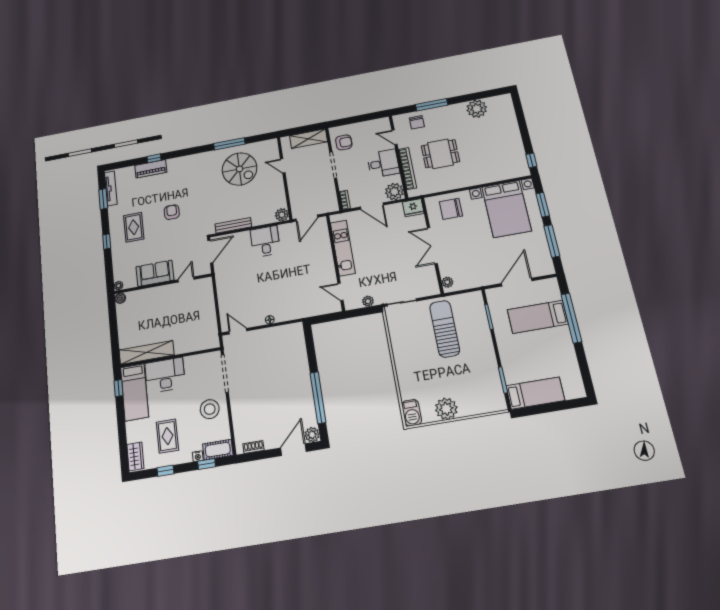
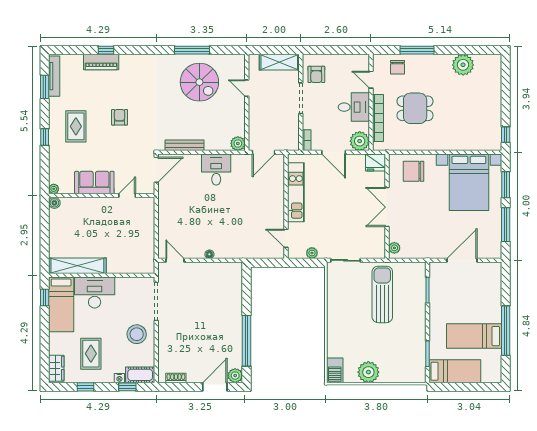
armchair: (344, 142) -> (316, 74), turned 90
bed: (538, 317) -> (474, 336), moved
window: (571, 318) -> (506, 331), moved

